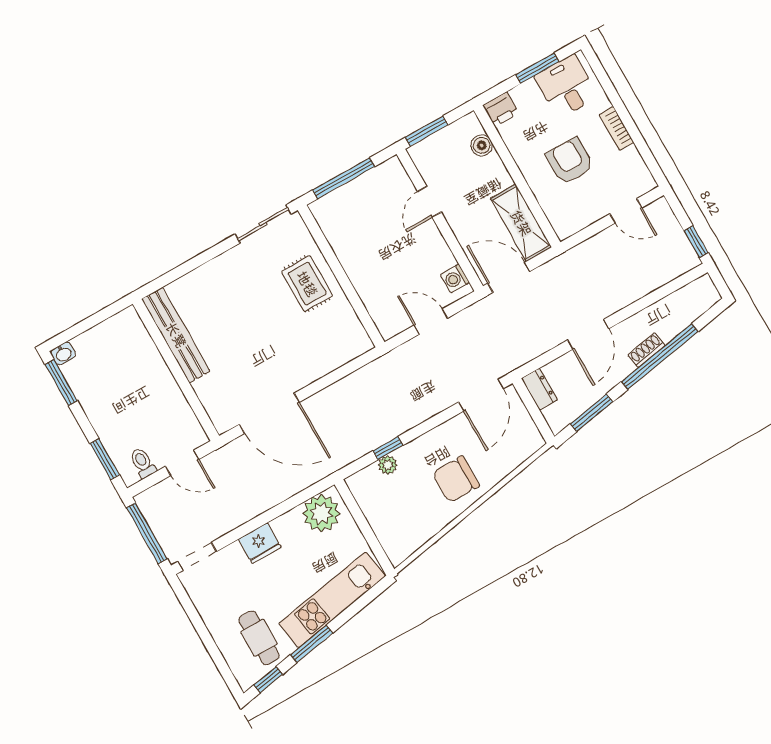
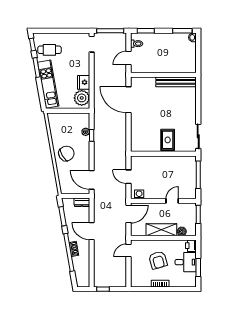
desk: (566, 86) -> (186, 262), moved
armchair: (570, 161) -> (158, 260), turned 74
door: (429, 202) -> (172, 201), hinge flipped
door: (626, 211) -> (128, 250), moved
shelving: (521, 223) -> (161, 230), moved
rug: (307, 284) -> (168, 140), turned 90
door: (431, 322) -> (128, 177), swing flipped
door: (269, 413) -> (128, 100), hinge flipped
chair: (456, 479) -> (66, 154), turned 59
fridge: (260, 543) -> (84, 82), moved

